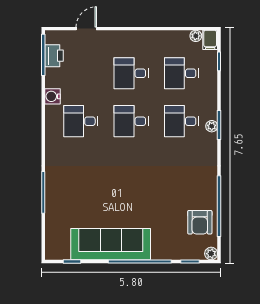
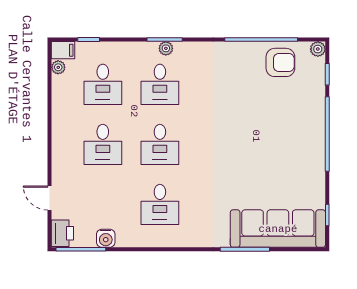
printer: (54, 56) -> (62, 233), moved, turned 90
water cooler: (52, 96) -> (106, 238), moved
sofa: (111, 244) -> (278, 229), moved, turned 90

